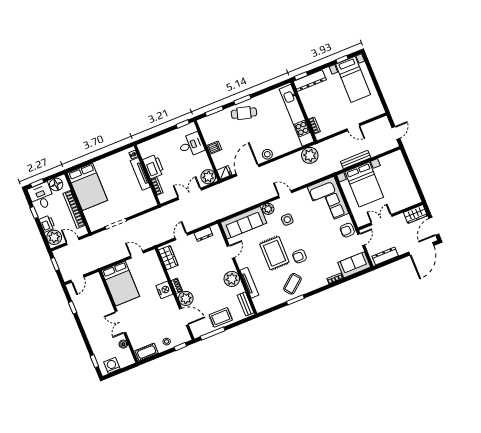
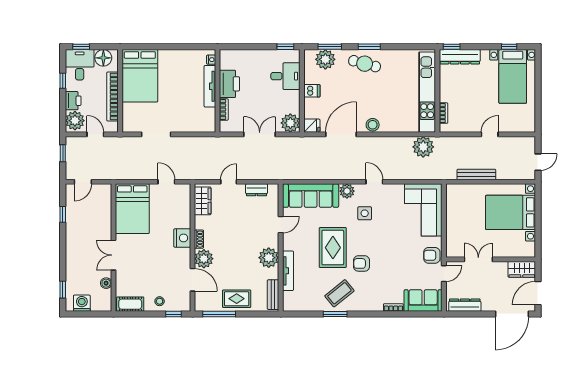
plant: (215, 121) -> (325, 59), added
door: (353, 127) -> (490, 134), swing flipped
bed with nightstands: (364, 185) -> (511, 212), moved, turned 90

